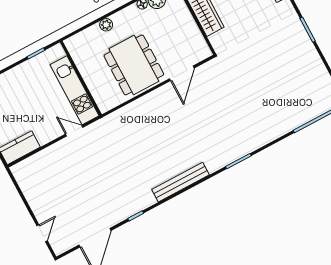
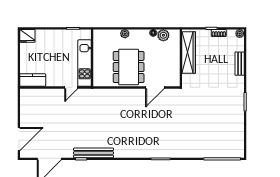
door: (74, 131) -> (71, 87), swing flipped
bench: (181, 182) -> (94, 153), moved
door: (42, 233) -> (19, 139), width x1.87

